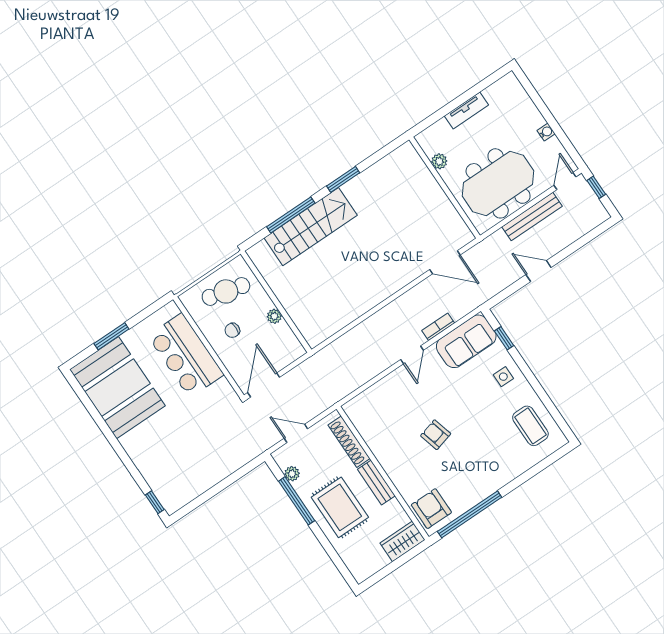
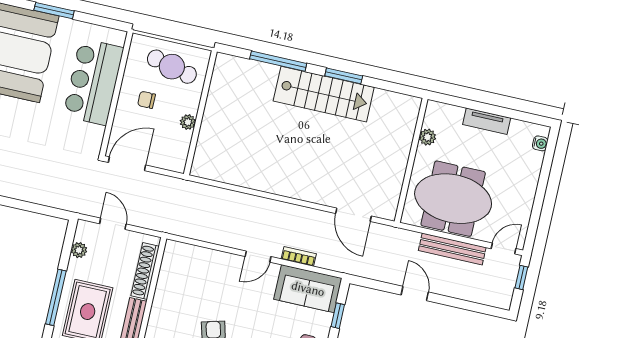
water cooler: (546, 132) -> (540, 143), moved
stairs: (311, 227) -> (324, 94), moved
window: (297, 501) -> (56, 297), moved

